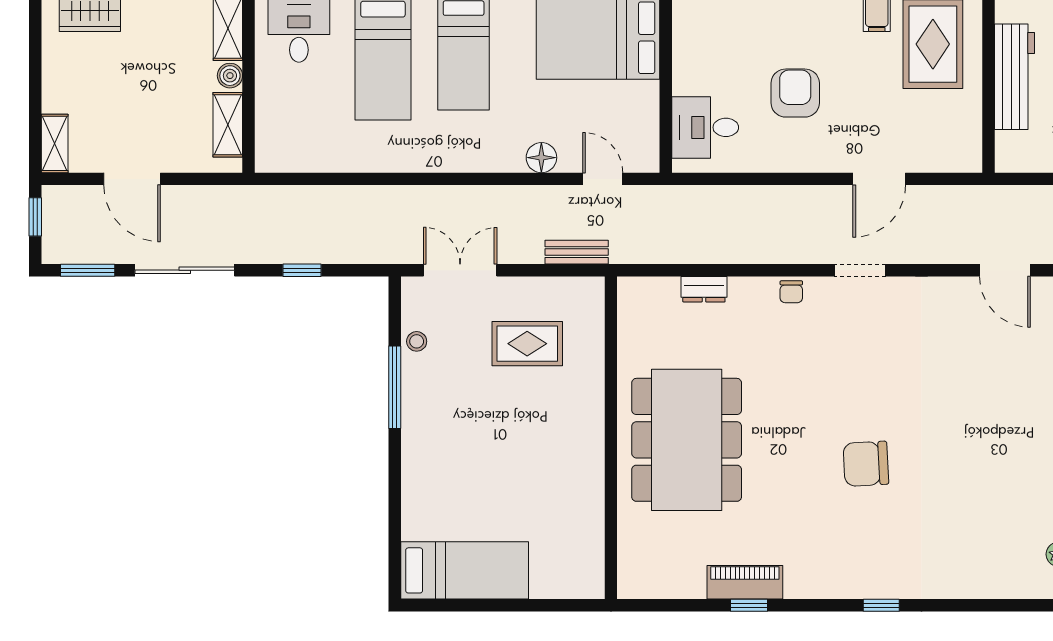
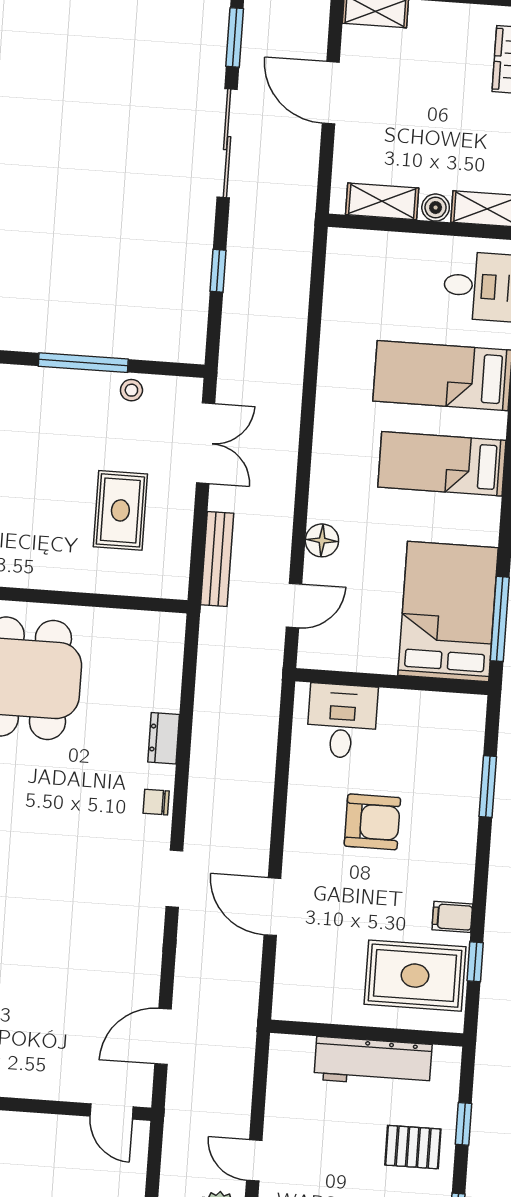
door: (132, 179) -> (331, 93), hinge flipped
bench: (577, 252) -> (217, 559), width x1.36
dresser: (704, 289) -> (164, 738), moved

